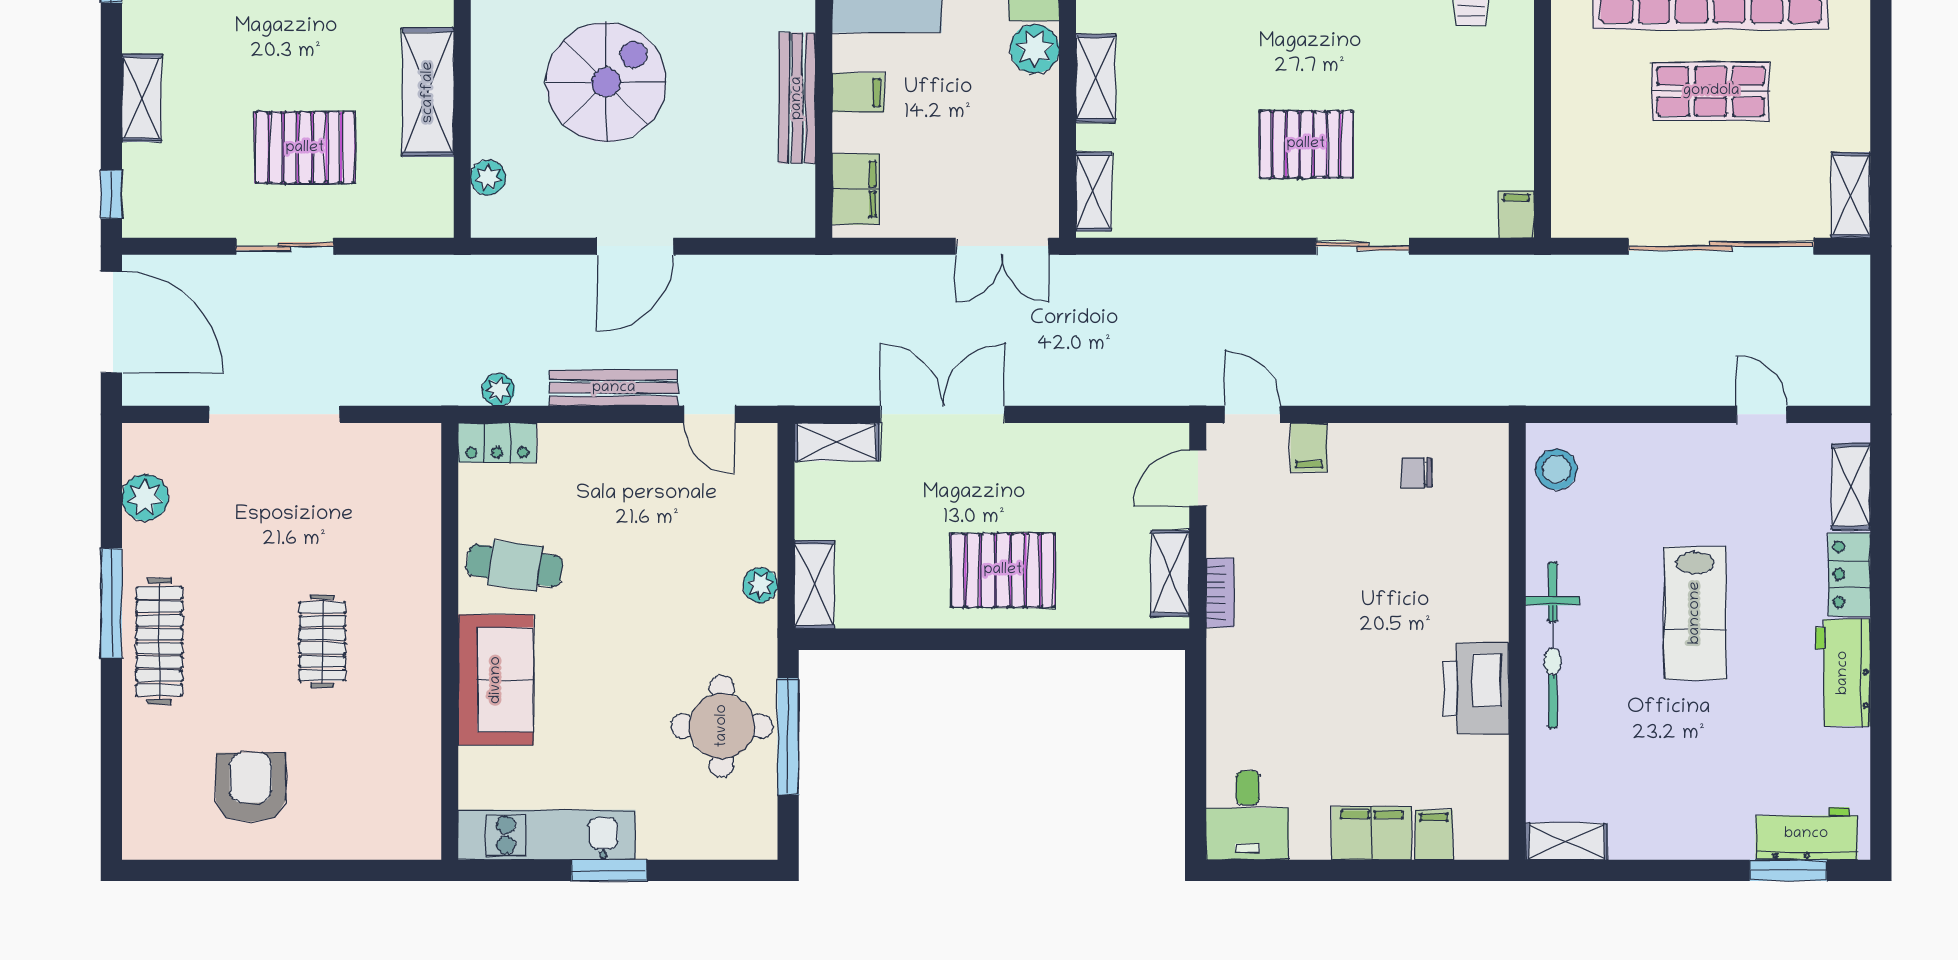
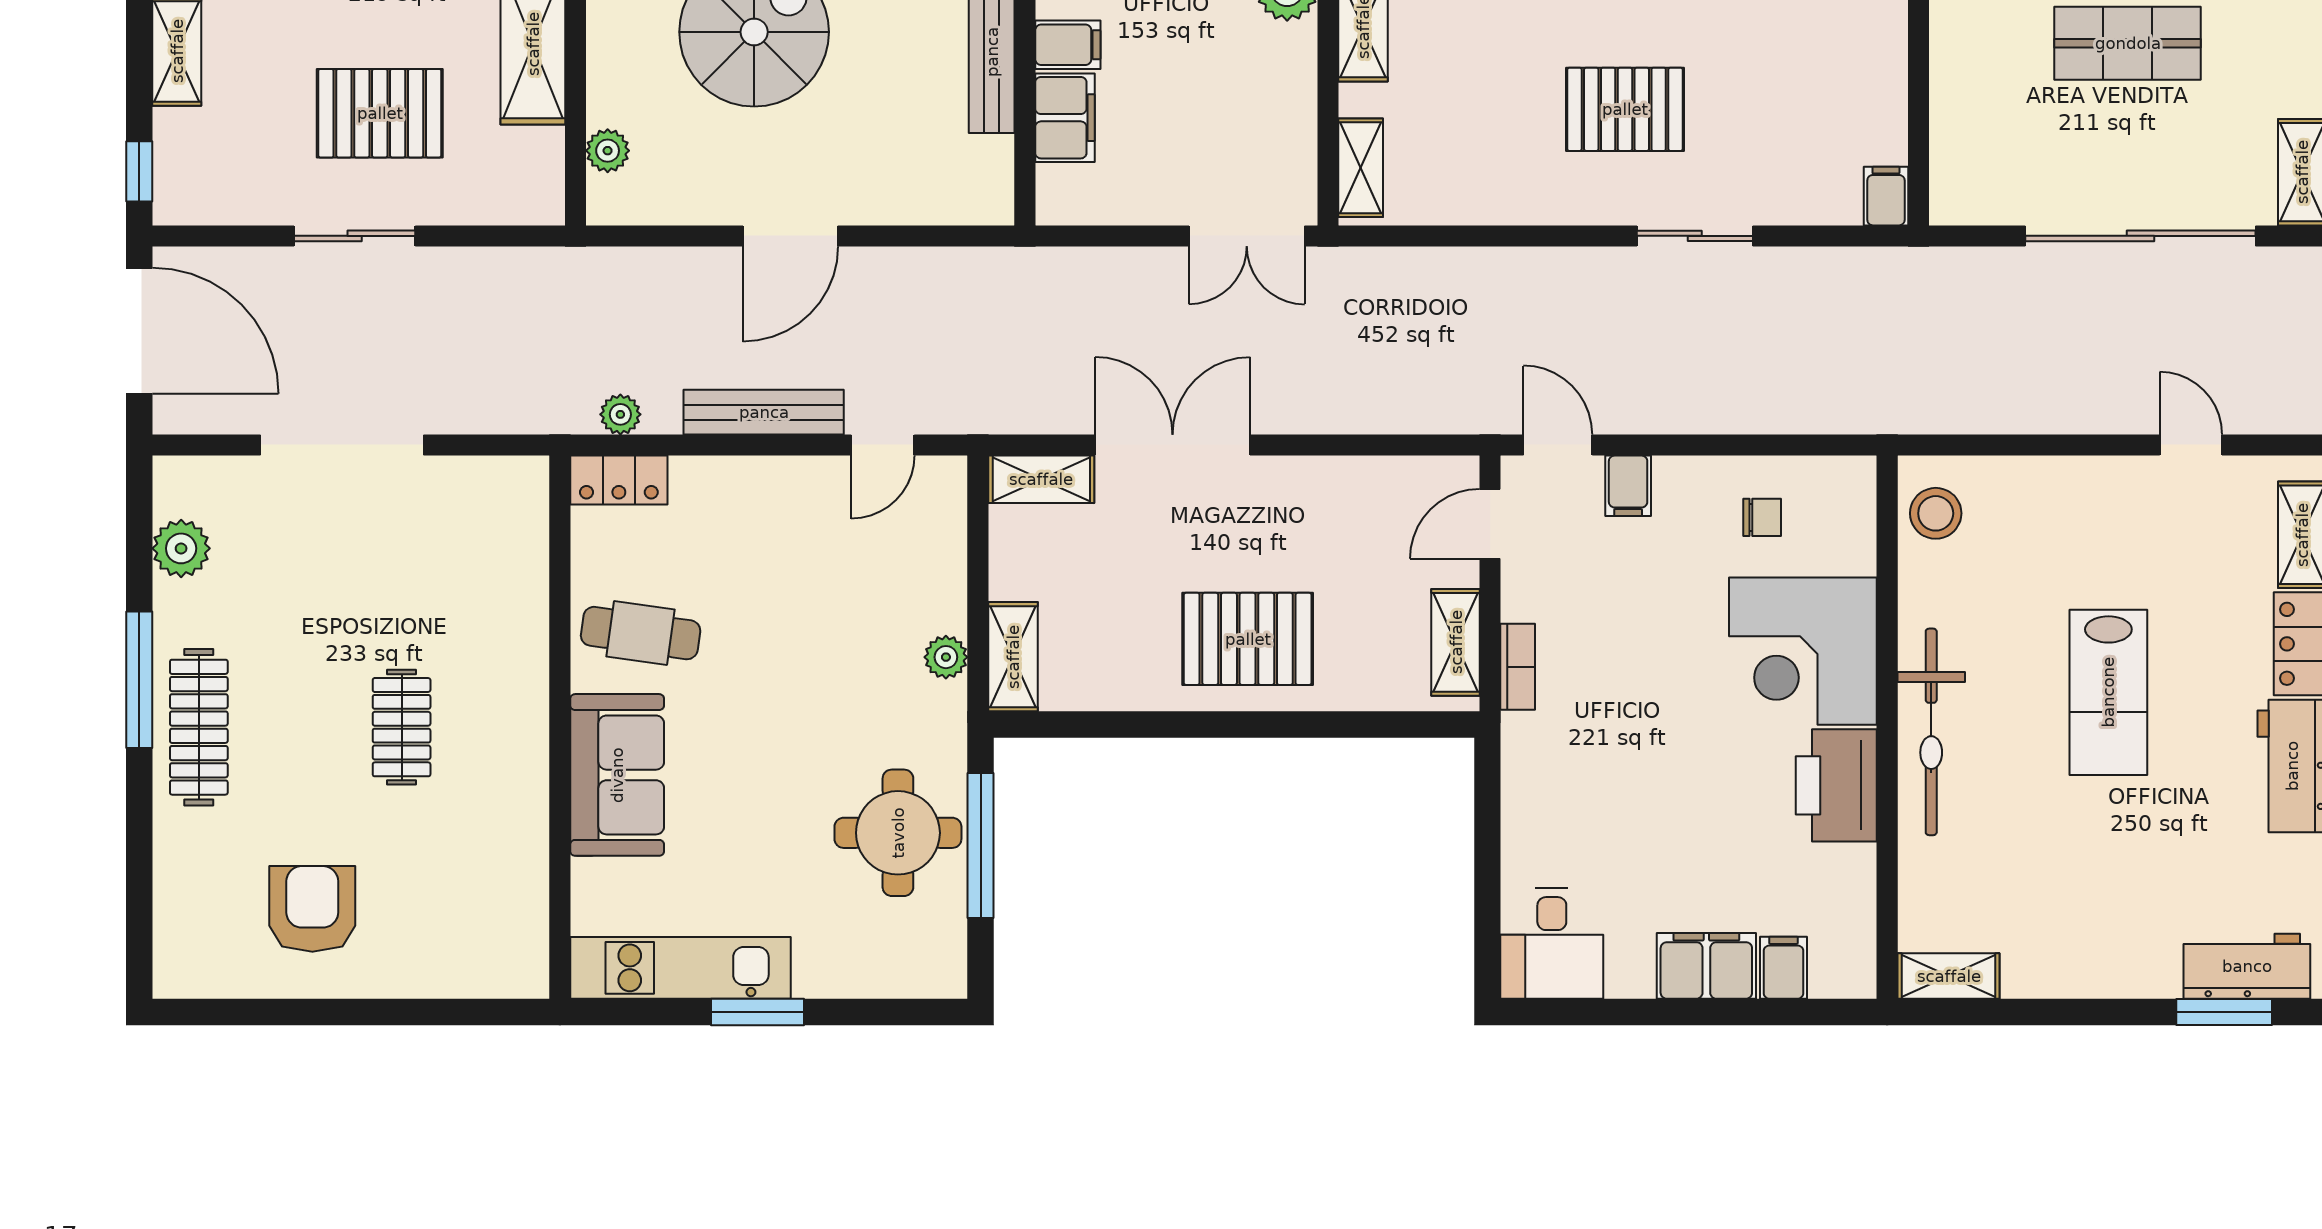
filing cabinet: (856, 189) -> (1065, 118), moved
door: (709, 414) -> (883, 445), hinge flipped
chair: (1417, 473) -> (1762, 517), turned 180
corner desk: (1450, 580) -> (1803, 651), added

